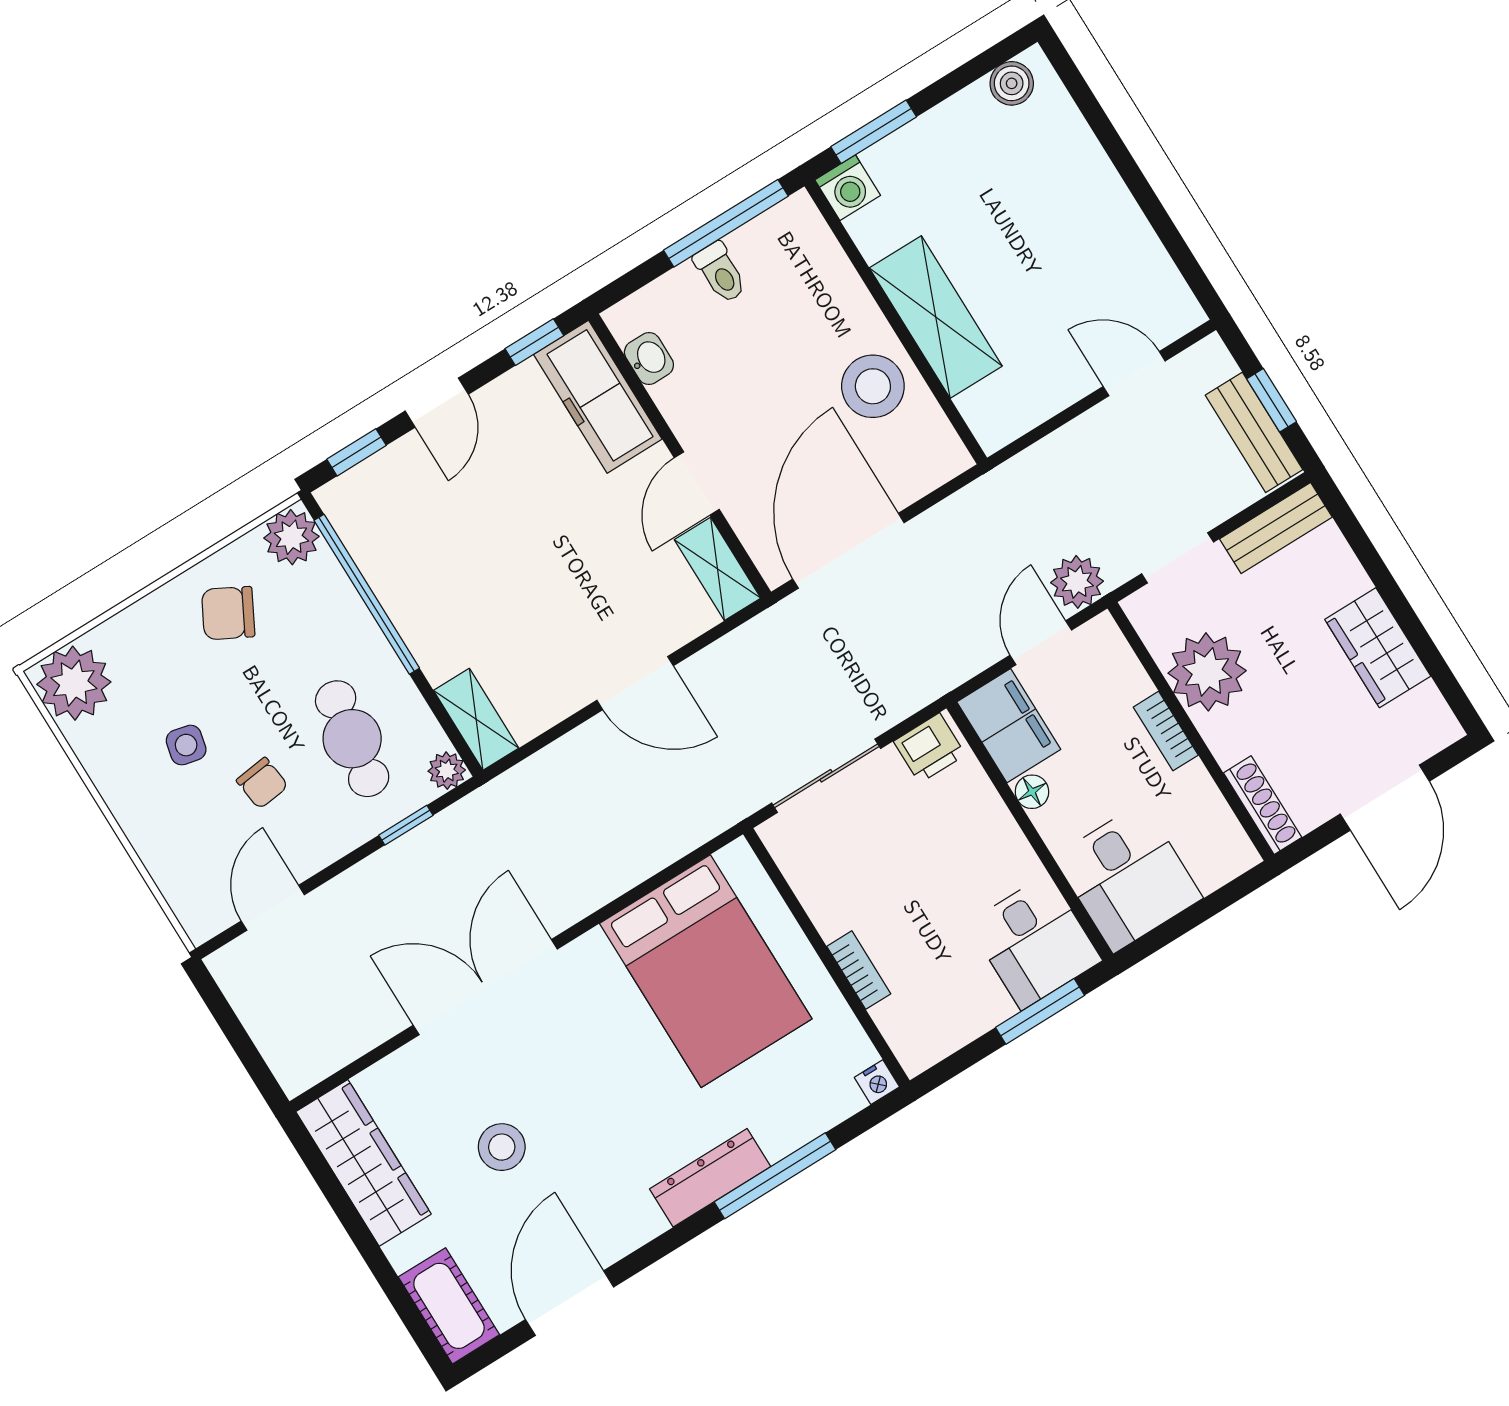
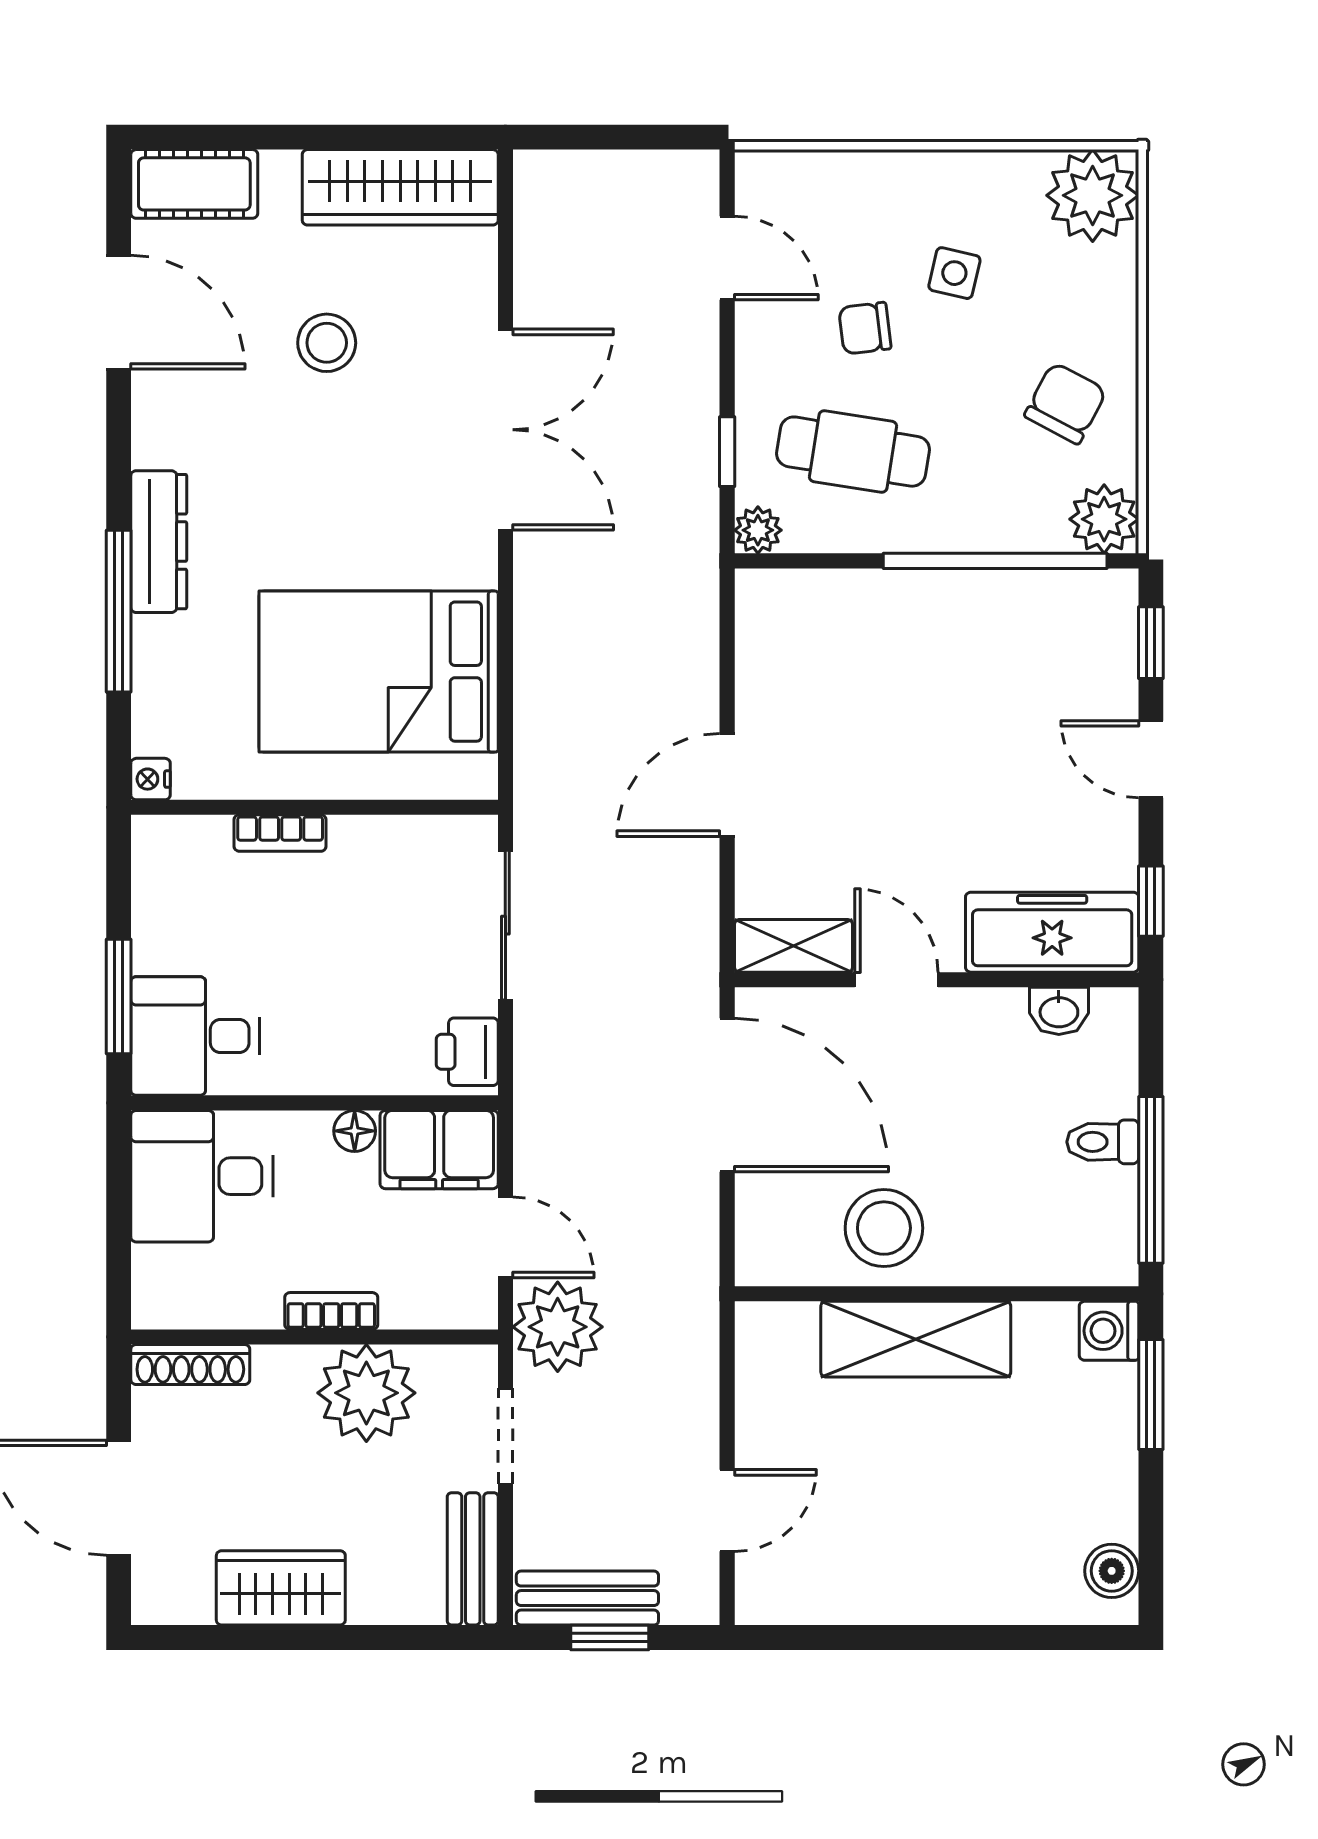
plant: (1077, 582) -> (558, 1327), width x1.36, depth x1.36
shelving: (476, 719) -> (793, 594), removed

